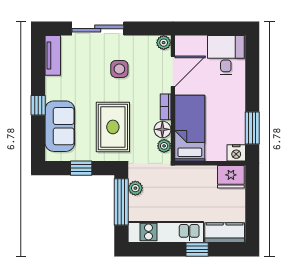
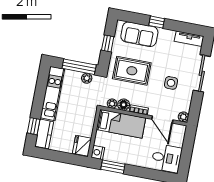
window: (197, 249) -> (34, 126), moved

